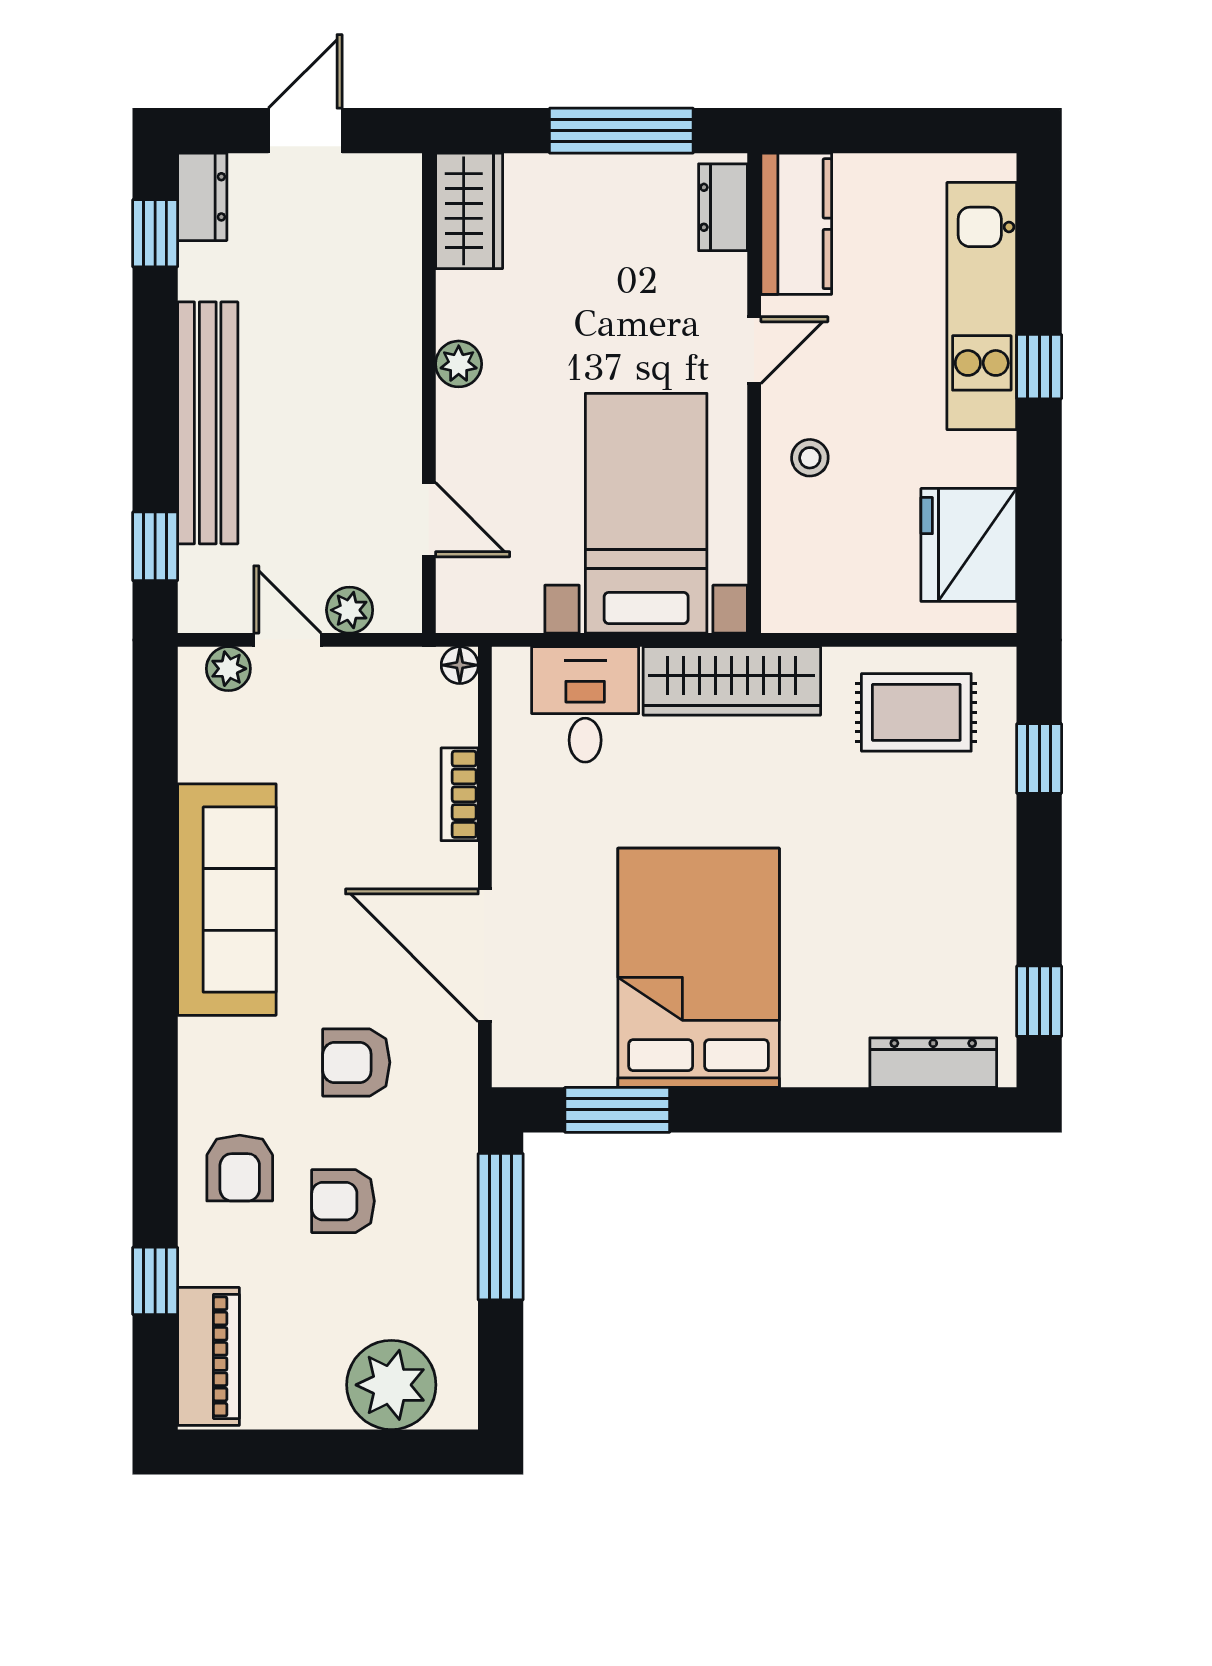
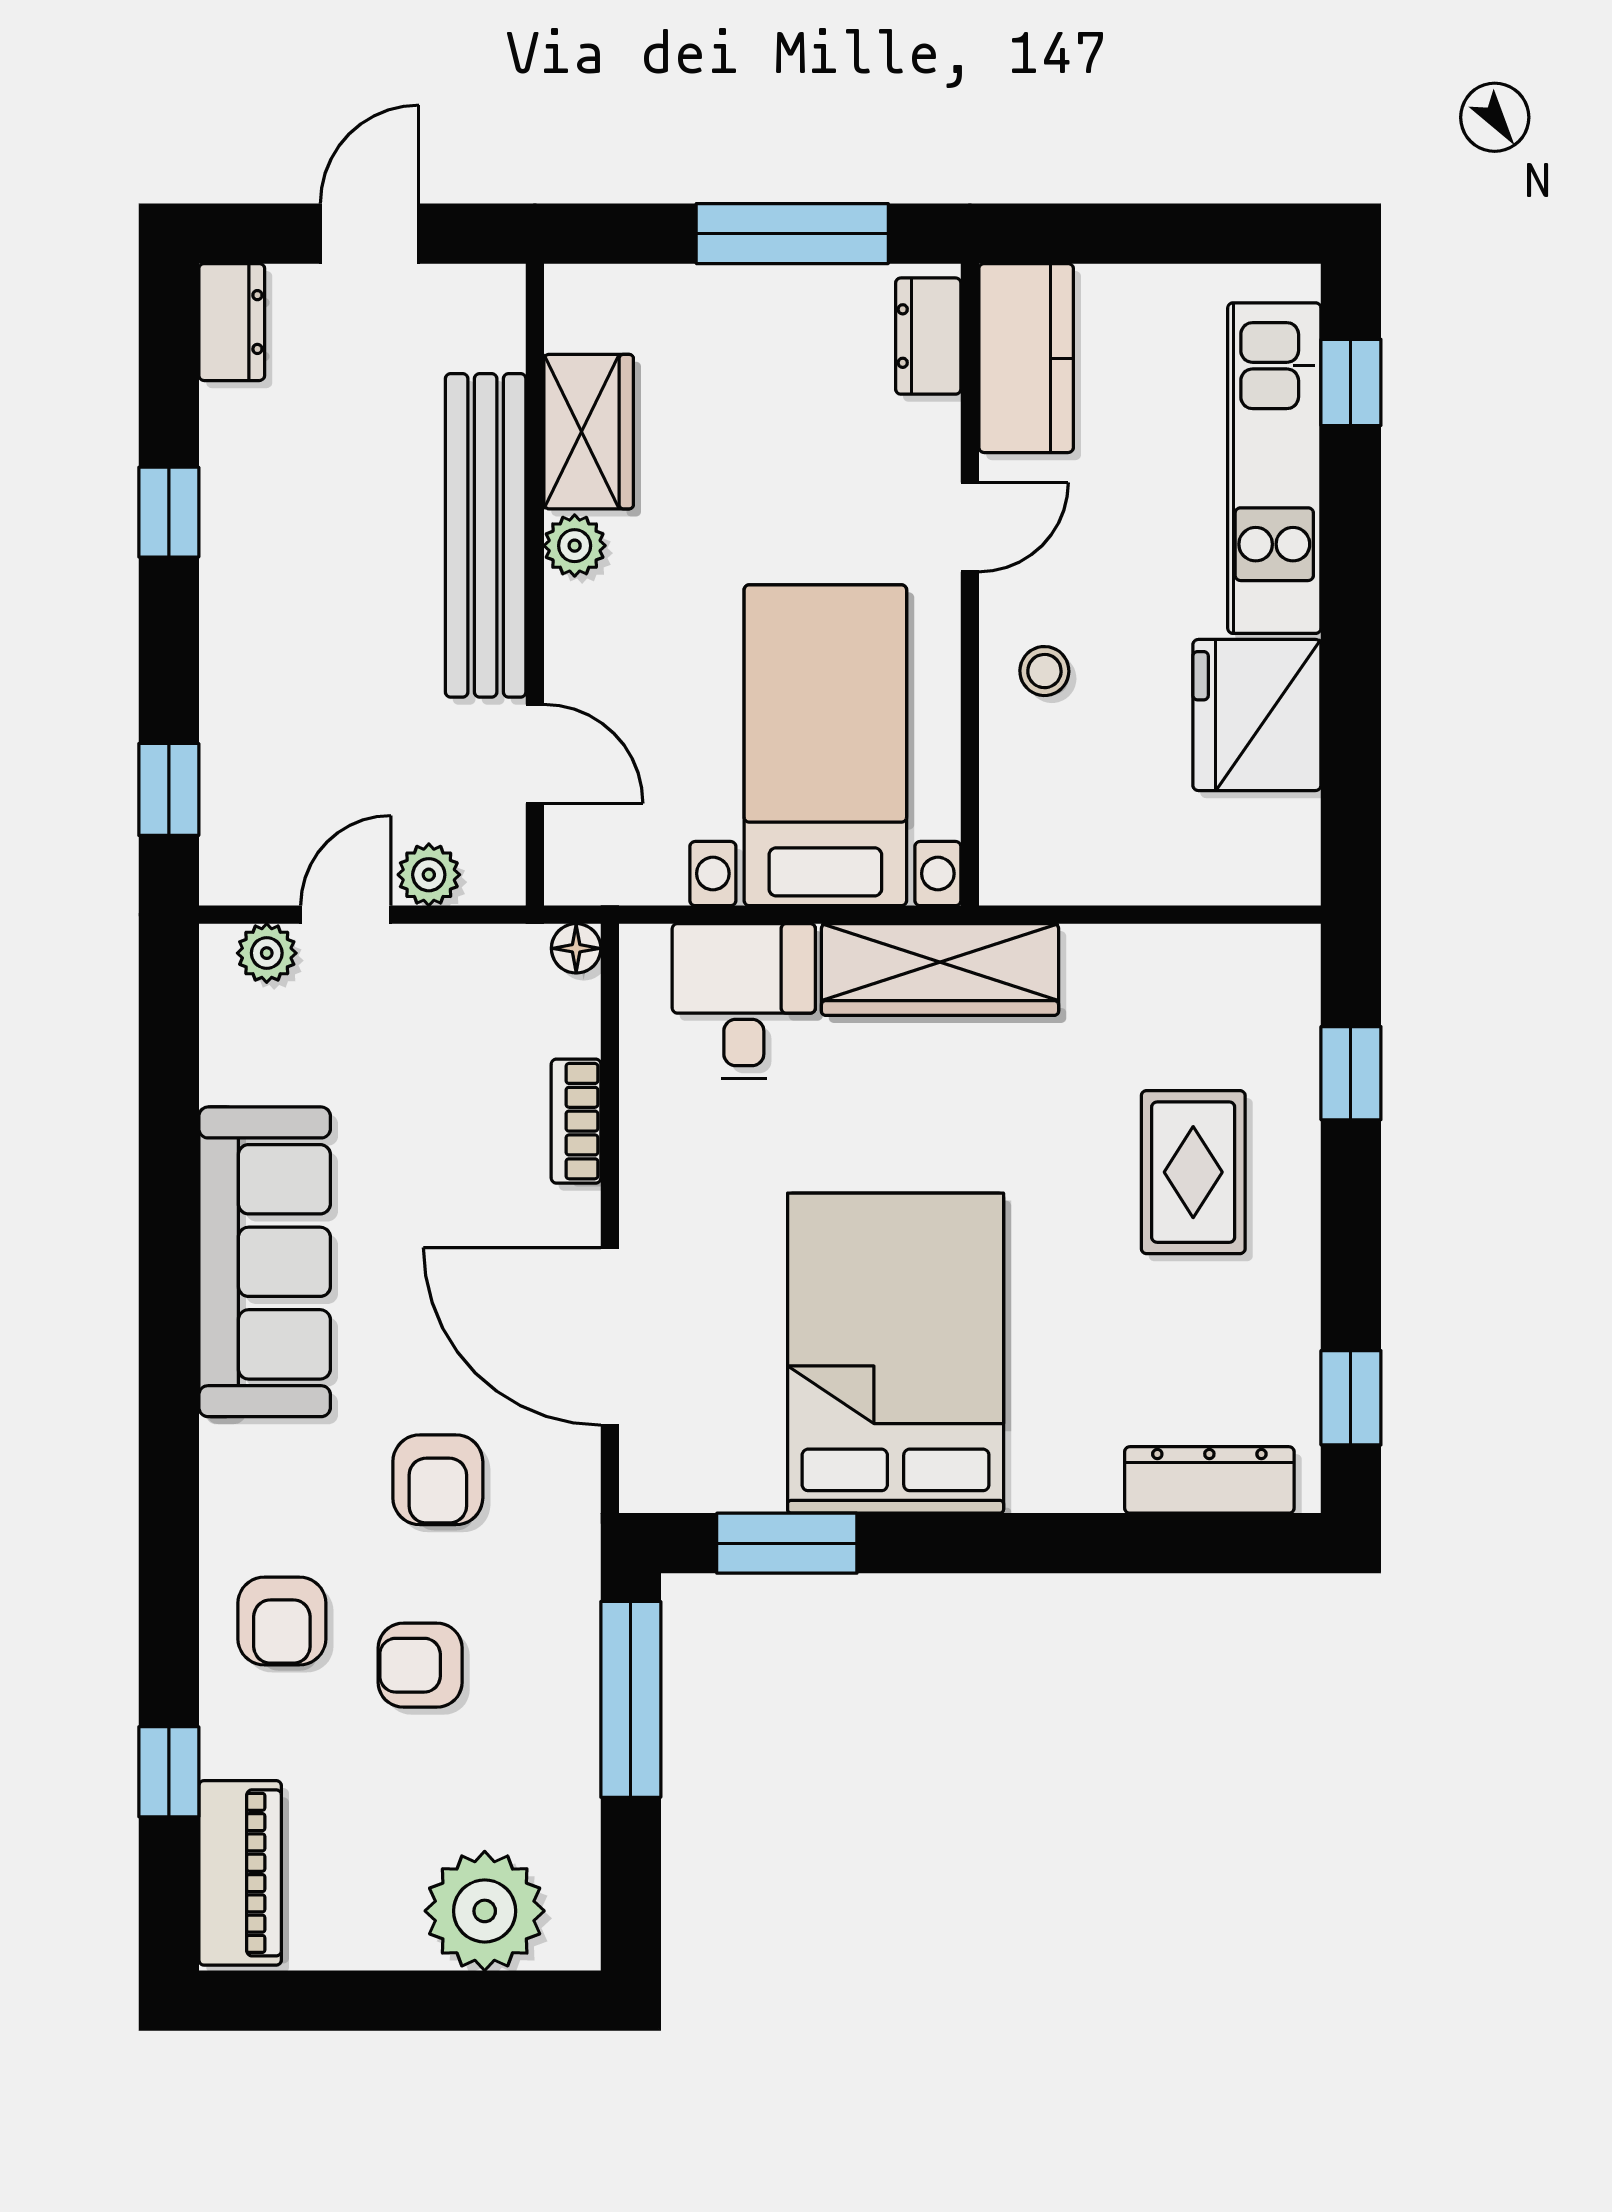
wardrobe: (469, 211) -> (589, 432), moved
window: (155, 233) -> (169, 512), moved
window: (1039, 367) -> (1351, 382), moved
bench: (208, 423) -> (486, 535), moved
fridge: (969, 545) -> (1257, 715), moved
door: (287, 640) -> (346, 915), hinge flipped
rug: (916, 712) -> (1193, 1172), moved, turned 90
armchair: (356, 1062) -> (438, 1480), turned -90

